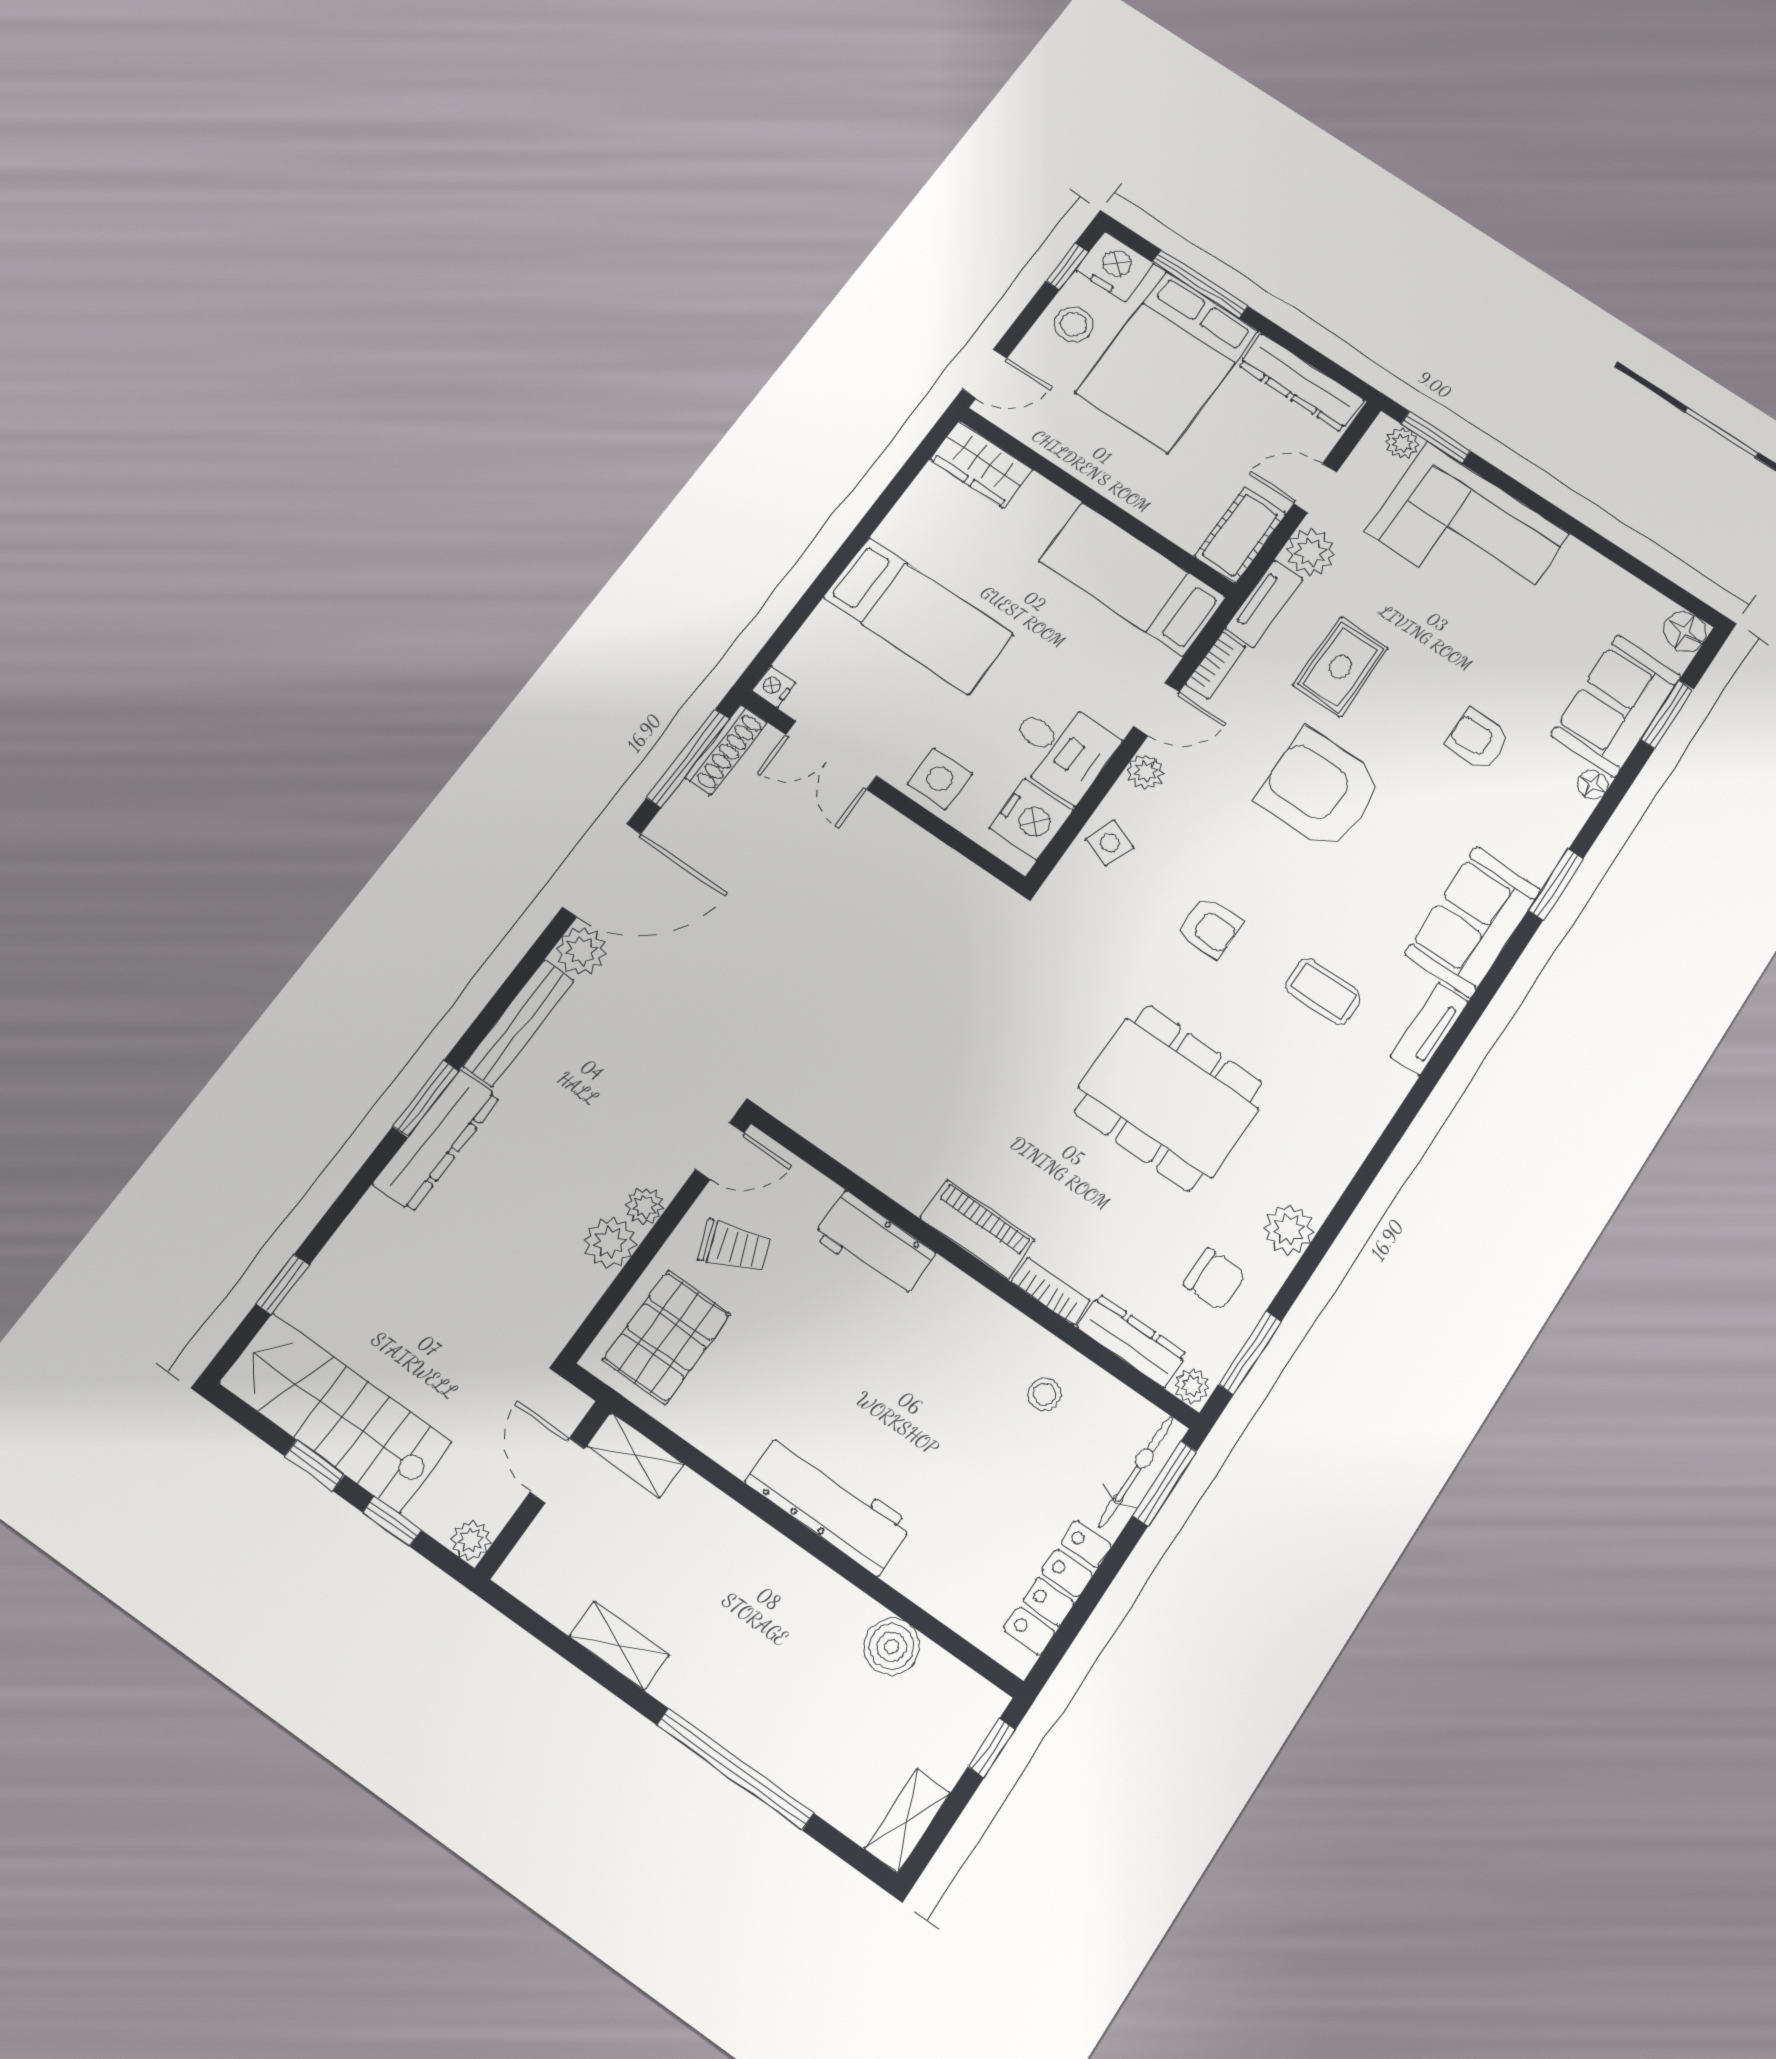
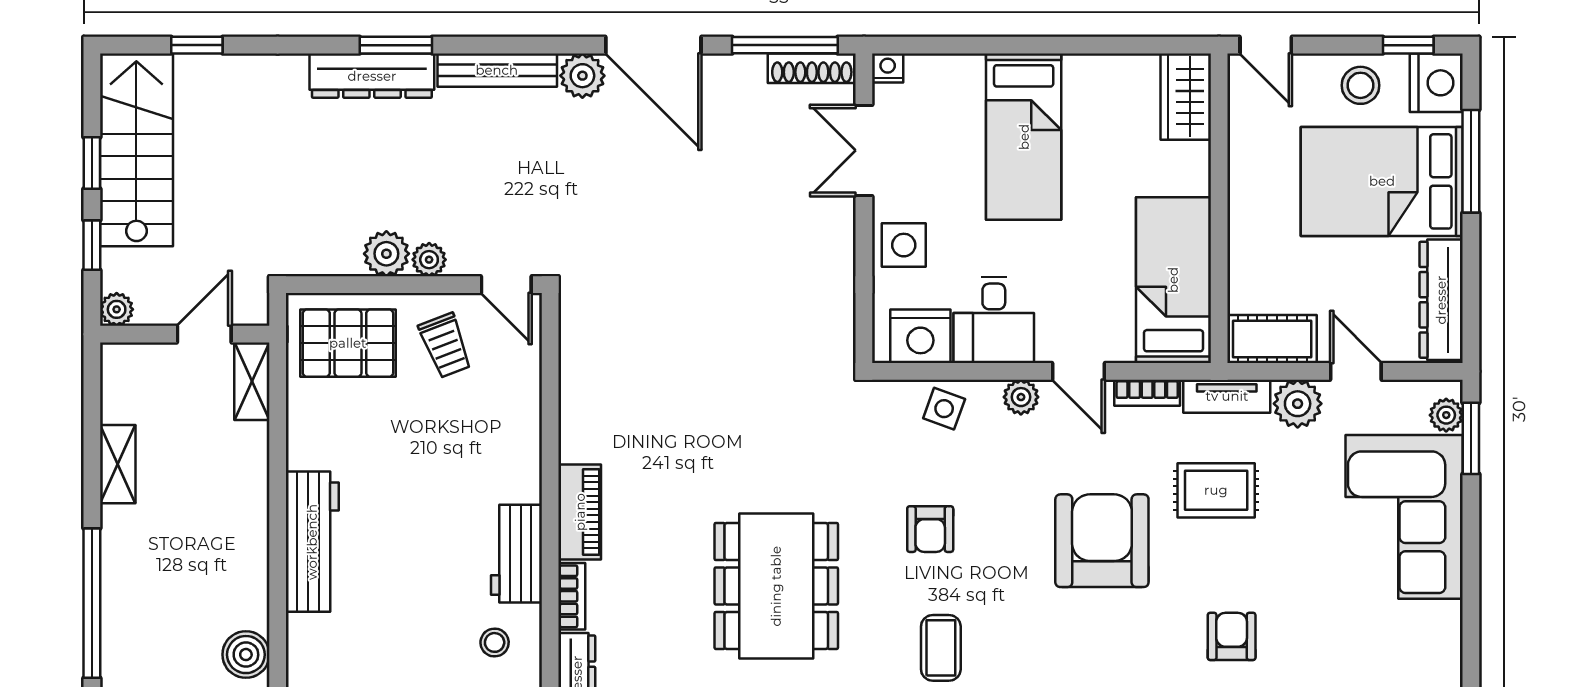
workbench: (874, 1245) -> (517, 554), moved

